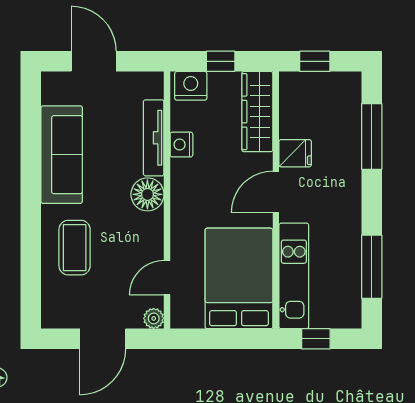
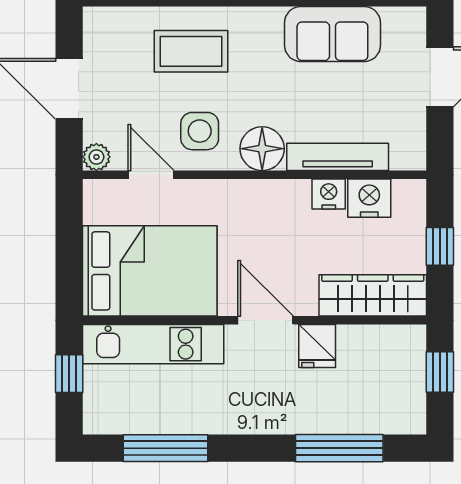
nightstand: (191, 86) -> (369, 198), moved, turned -90
sofa: (62, 155) -> (332, 34), width x0.73
side table: (134, 241) -> (200, 131), added

